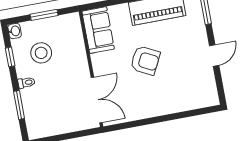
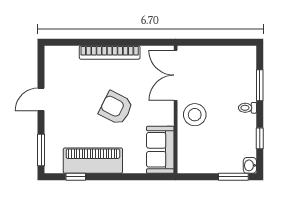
window: (44, 15) -> (233, 177), moved
stool: (41, 53) -> (195, 115), moved
bookcase: (160, 109) -> (110, 52), added

